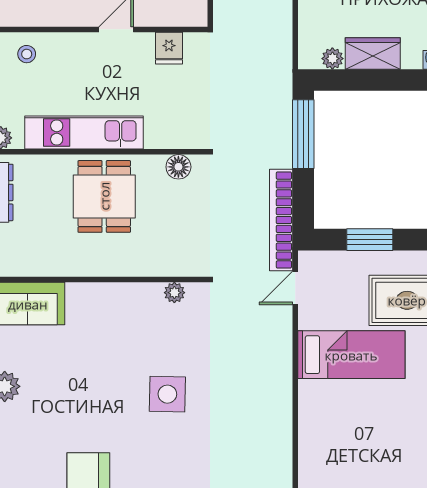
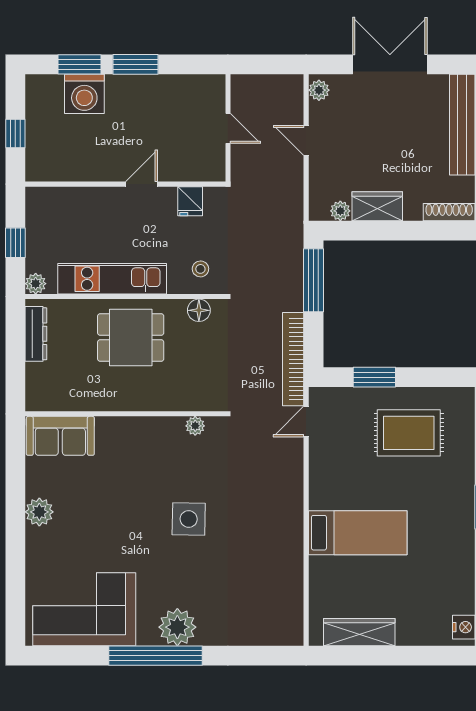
stool: (27, 54) -> (200, 269), moved
dining table: (104, 196) -> (131, 338), turned 90
bed: (351, 355) -> (358, 533), moved

